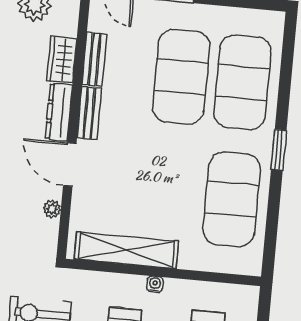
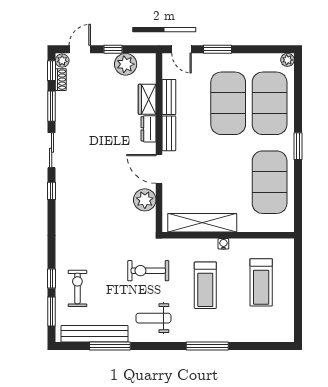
plant: (275, 21) -> (287, 60), added
dresser: (59, 112) -> (148, 129), width x0.70
plant: (52, 209) -> (145, 200), width x1.87, depth x1.87

